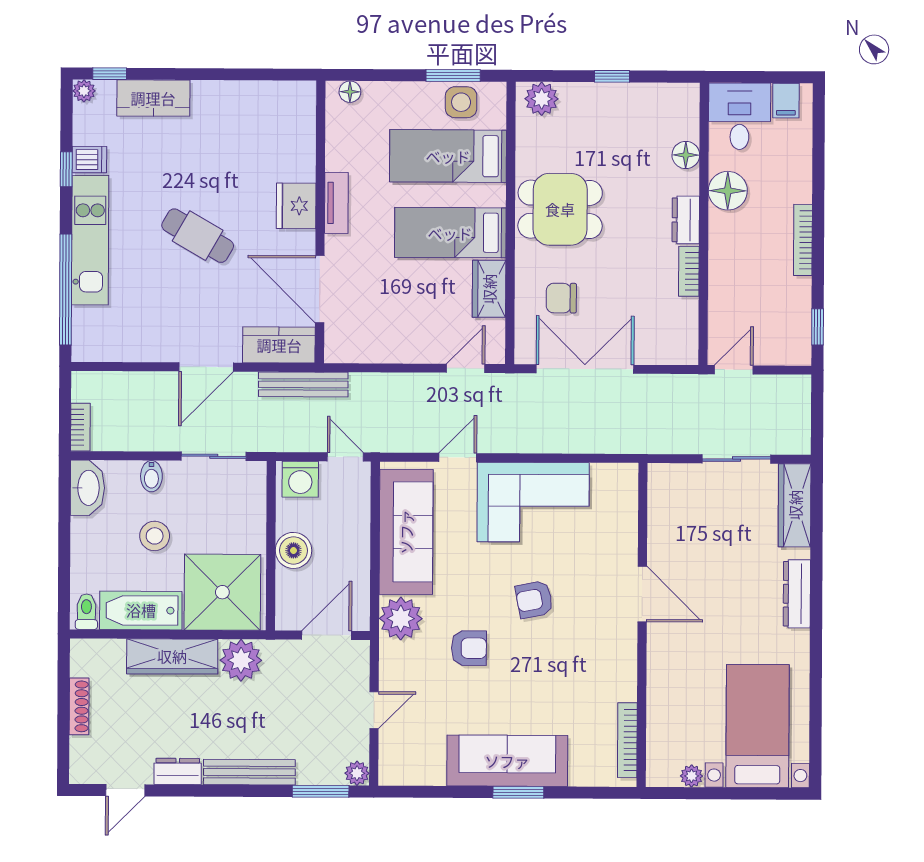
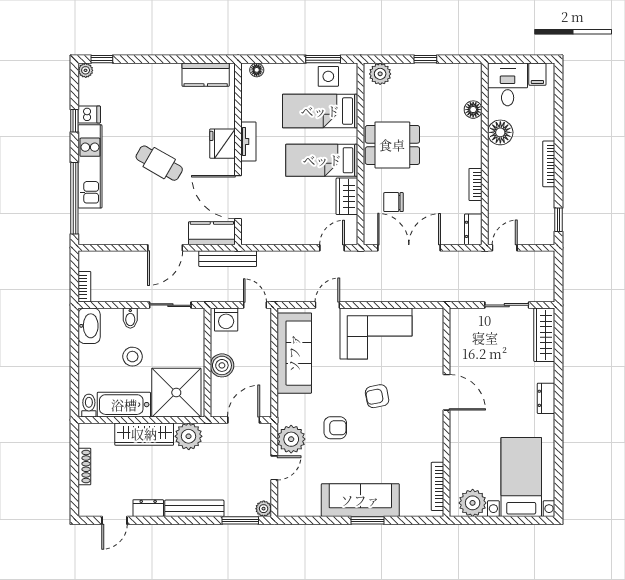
kitchen counter: (153, 98) -> (206, 75), moved
dresser: (686, 220) -> (473, 229), moved
dresser: (797, 594) -> (546, 398), width x0.70
plant: (401, 618) -> (291, 439), moved
plant: (692, 776) -> (473, 503), width x1.87, depth x1.87

